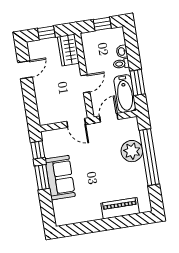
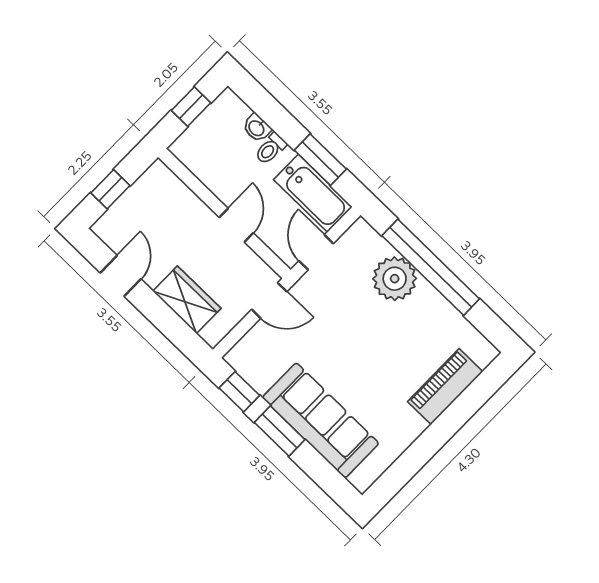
wardrobe: (68, 50) -> (187, 300), moved, turned 180
sofa: (60, 178) -> (321, 420), width x1.36

